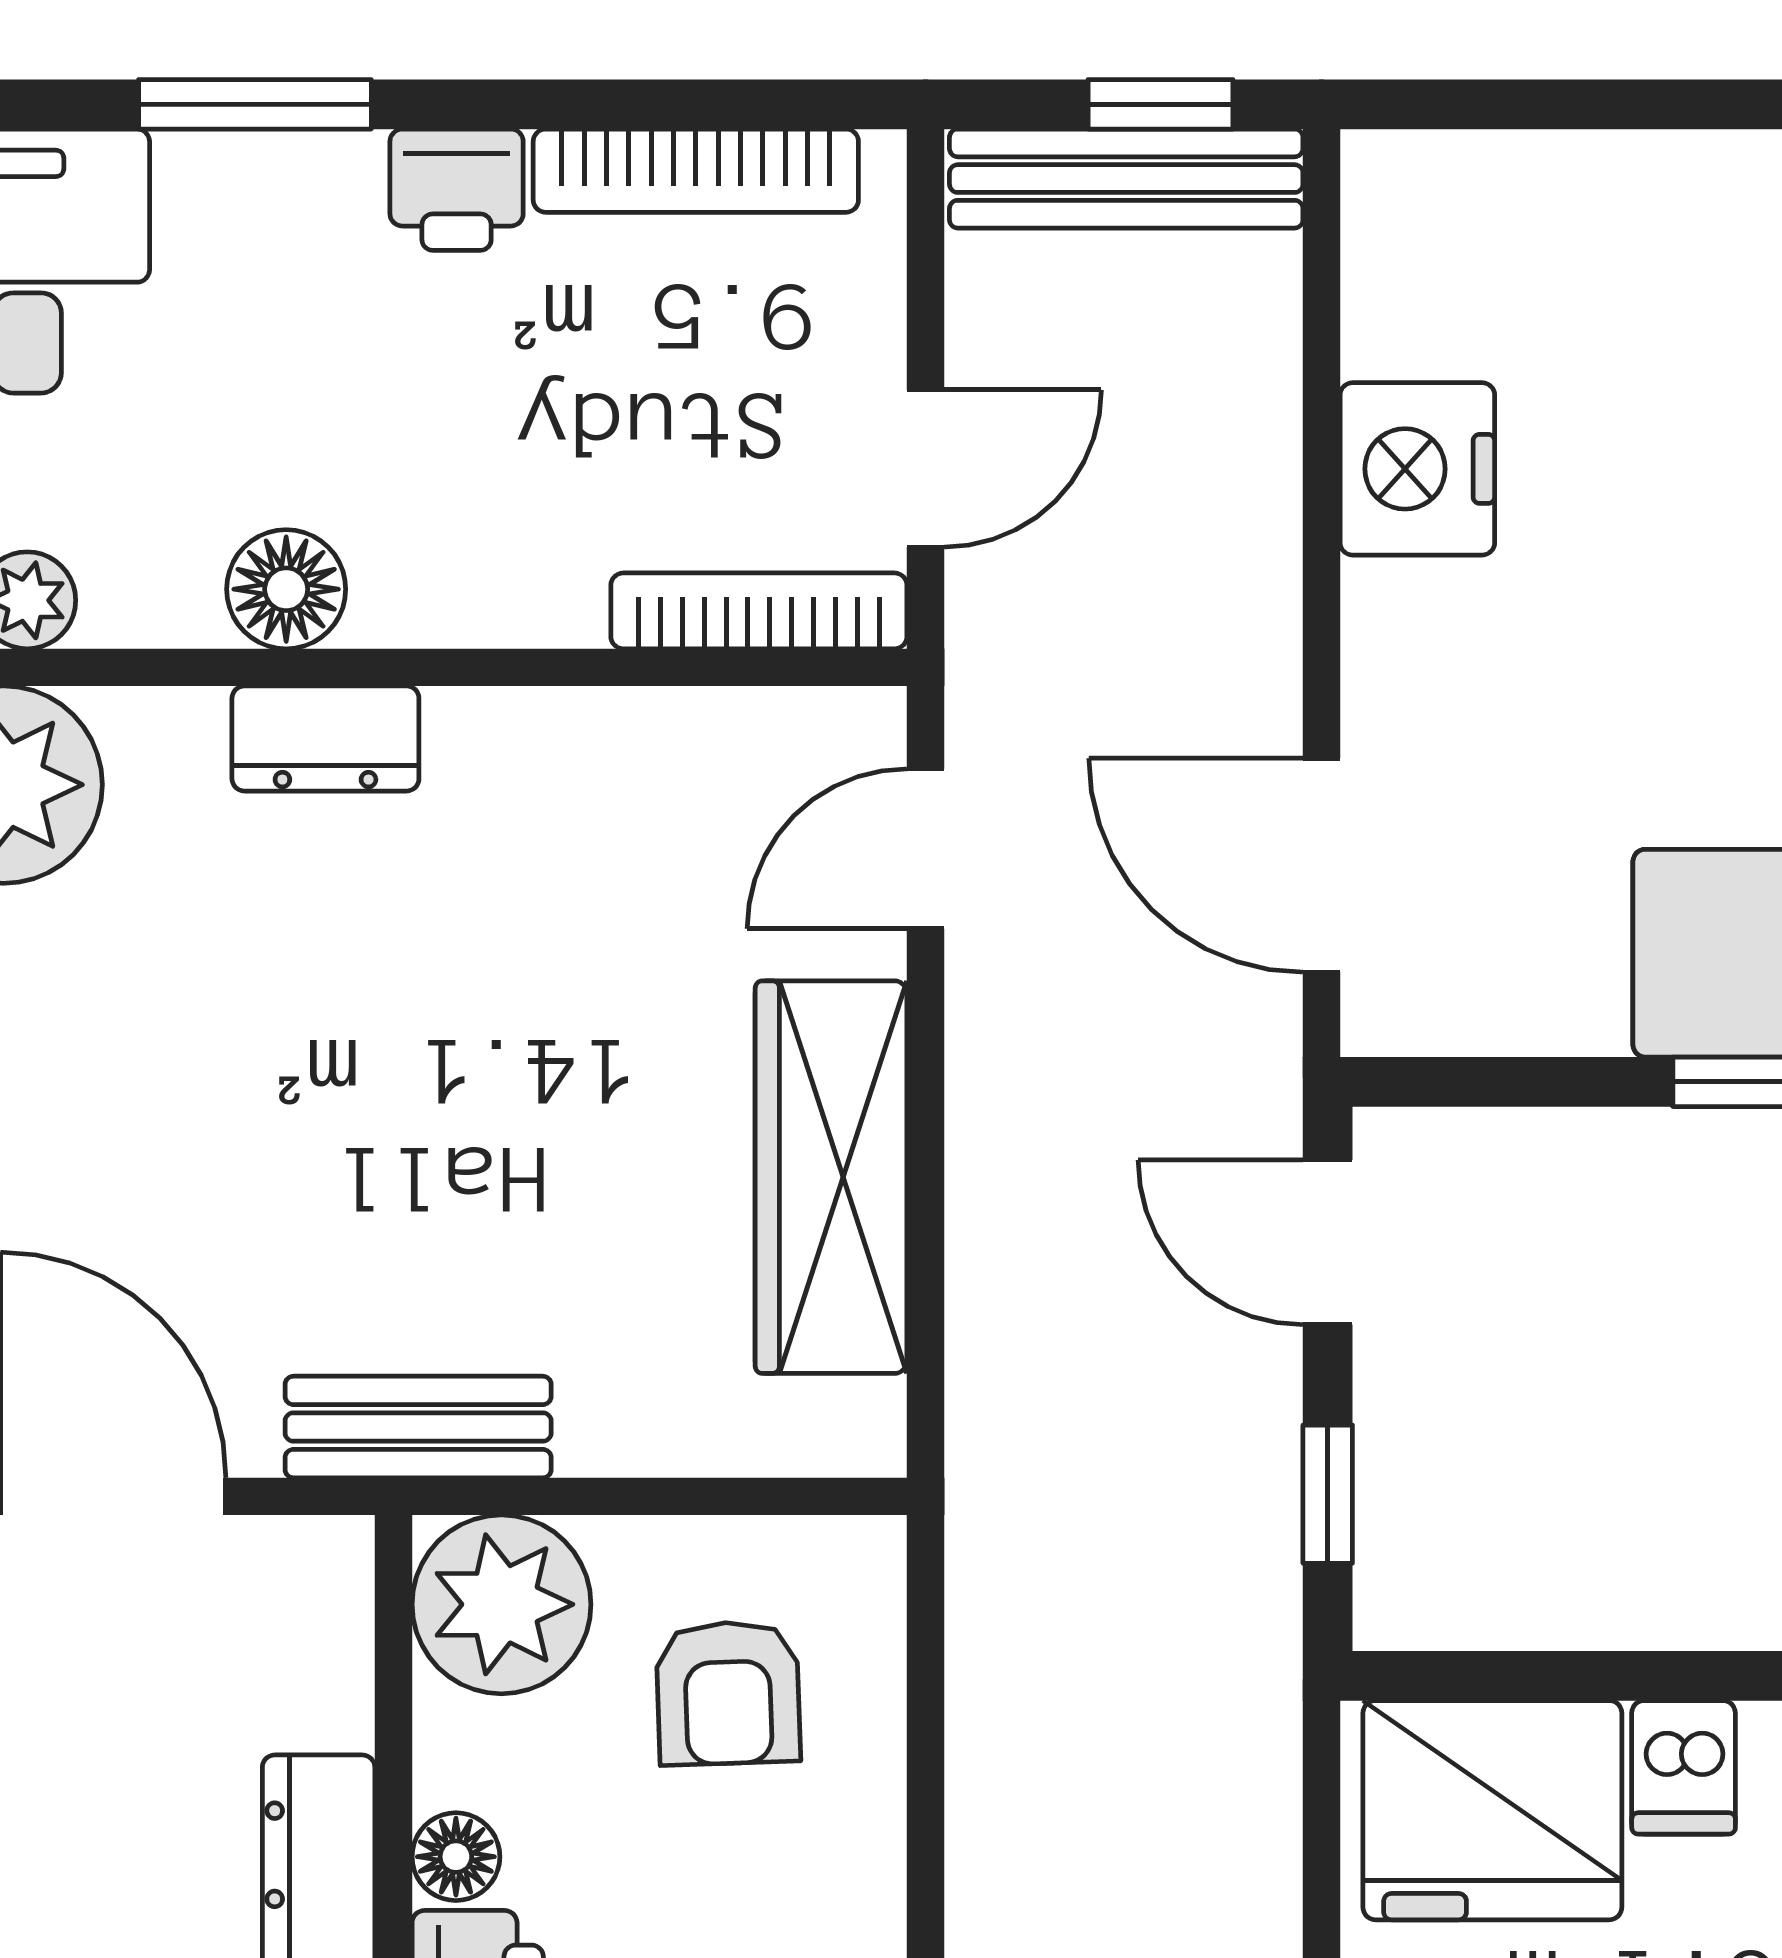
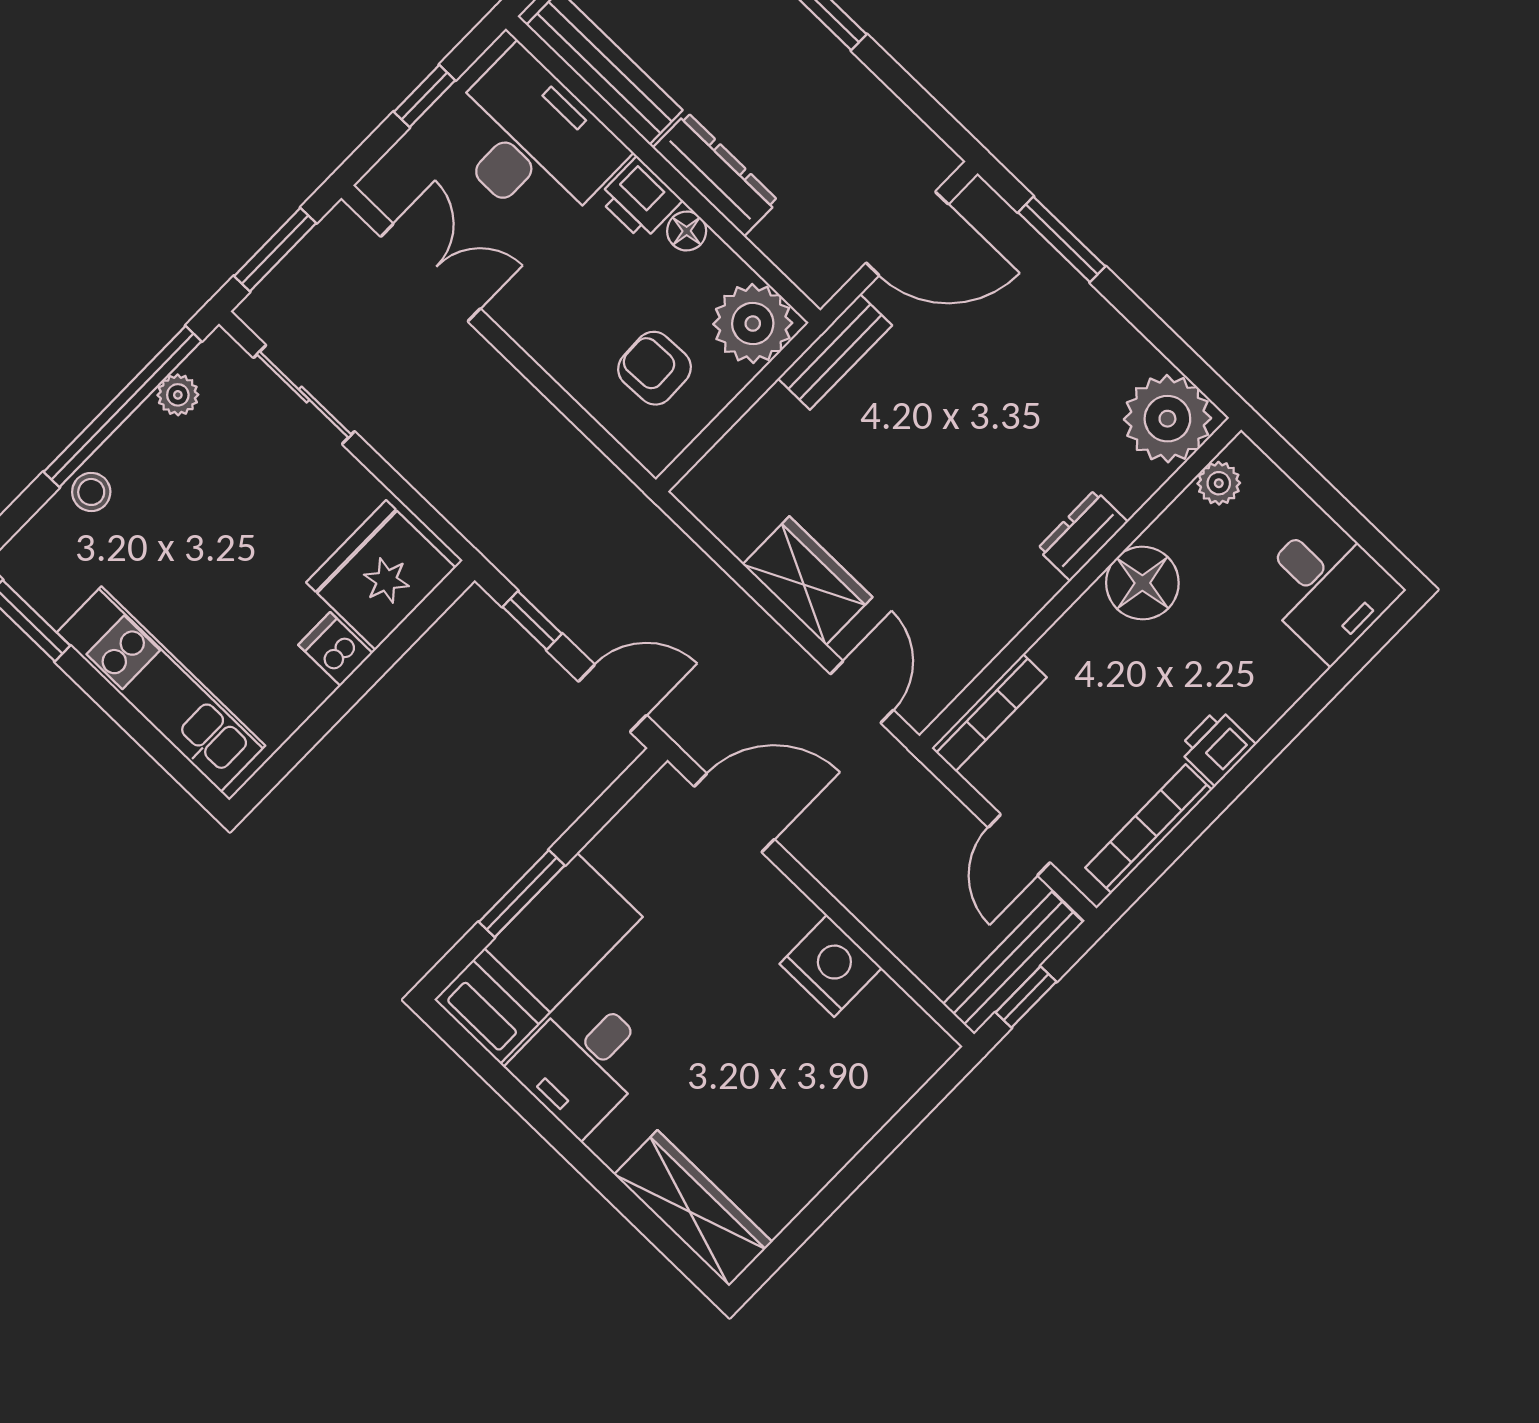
window: (255, 104) -> (1306, 709), removed
door: (926, 469) -> (1019, 845), moved
floor lamp: (286, 589) -> (1142, 583), width x1.38, depth x1.38
wardrobe: (831, 1177) -> (808, 581), width x0.67

